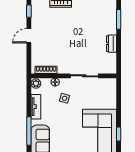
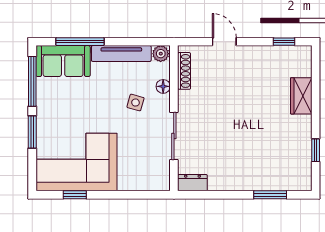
door: (29, 36) -> (224, 42), moved
dresser: (112, 44) -> (192, 183), moved
tv unit: (36, 107) -> (121, 53), width x1.41

